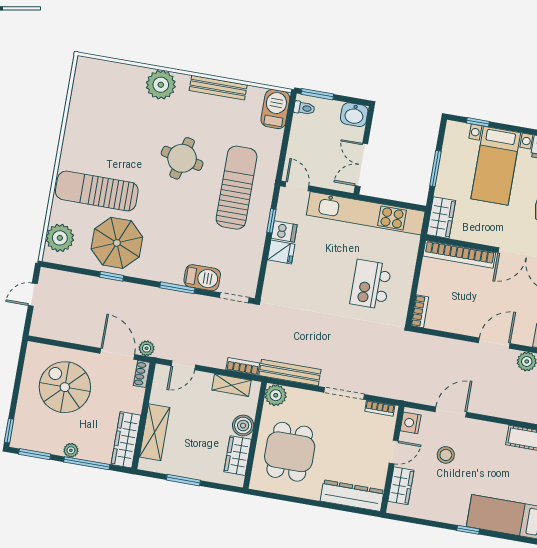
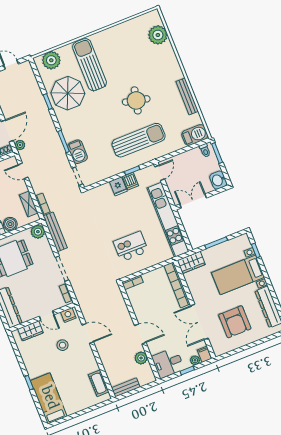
plant: (161, 85) -> (158, 35), moved

